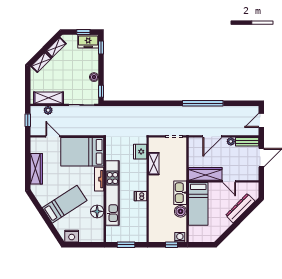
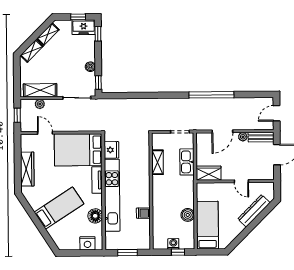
fridge: (140, 152) -> (111, 150), moved, turned 180
wardrobe: (205, 174) -> (209, 173), width x0.67
kitchen sink: (180, 193) -> (187, 162), moved
dishwasher: (141, 196) -> (143, 213), moved
bed: (198, 204) -> (207, 225), moved, turned 180
nightstand: (72, 236) -> (87, 243), moved
washing machine: (180, 237) -> (173, 244), moved

